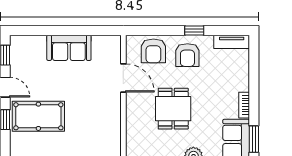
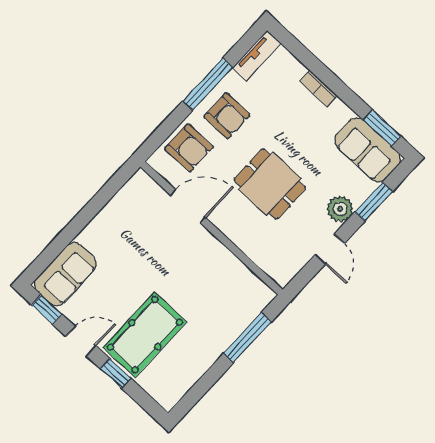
window: (194, 31) -> (208, 84), width x2.17
sofa: (69, 48) -> (65, 274), moved
bookcase: (244, 105) -> (319, 88), moved

